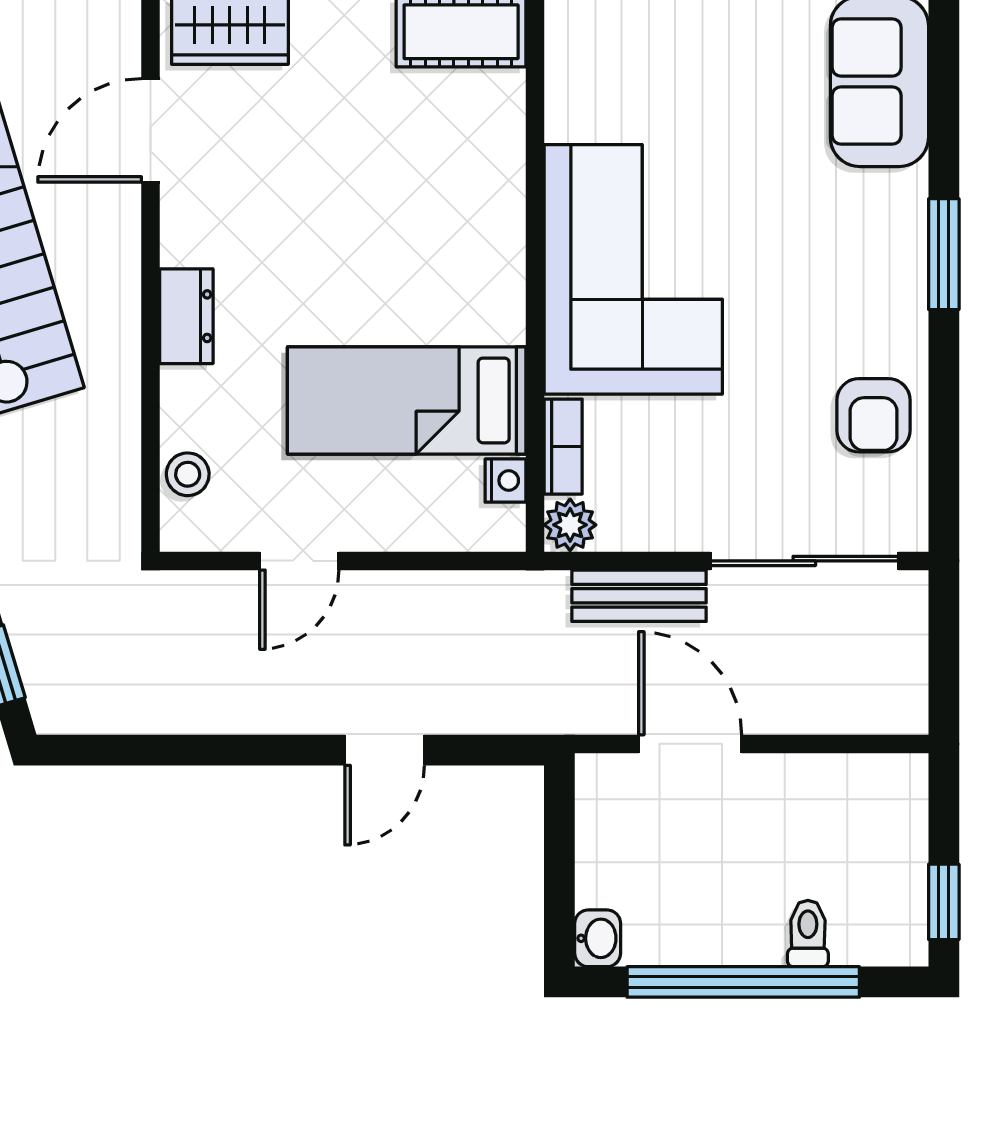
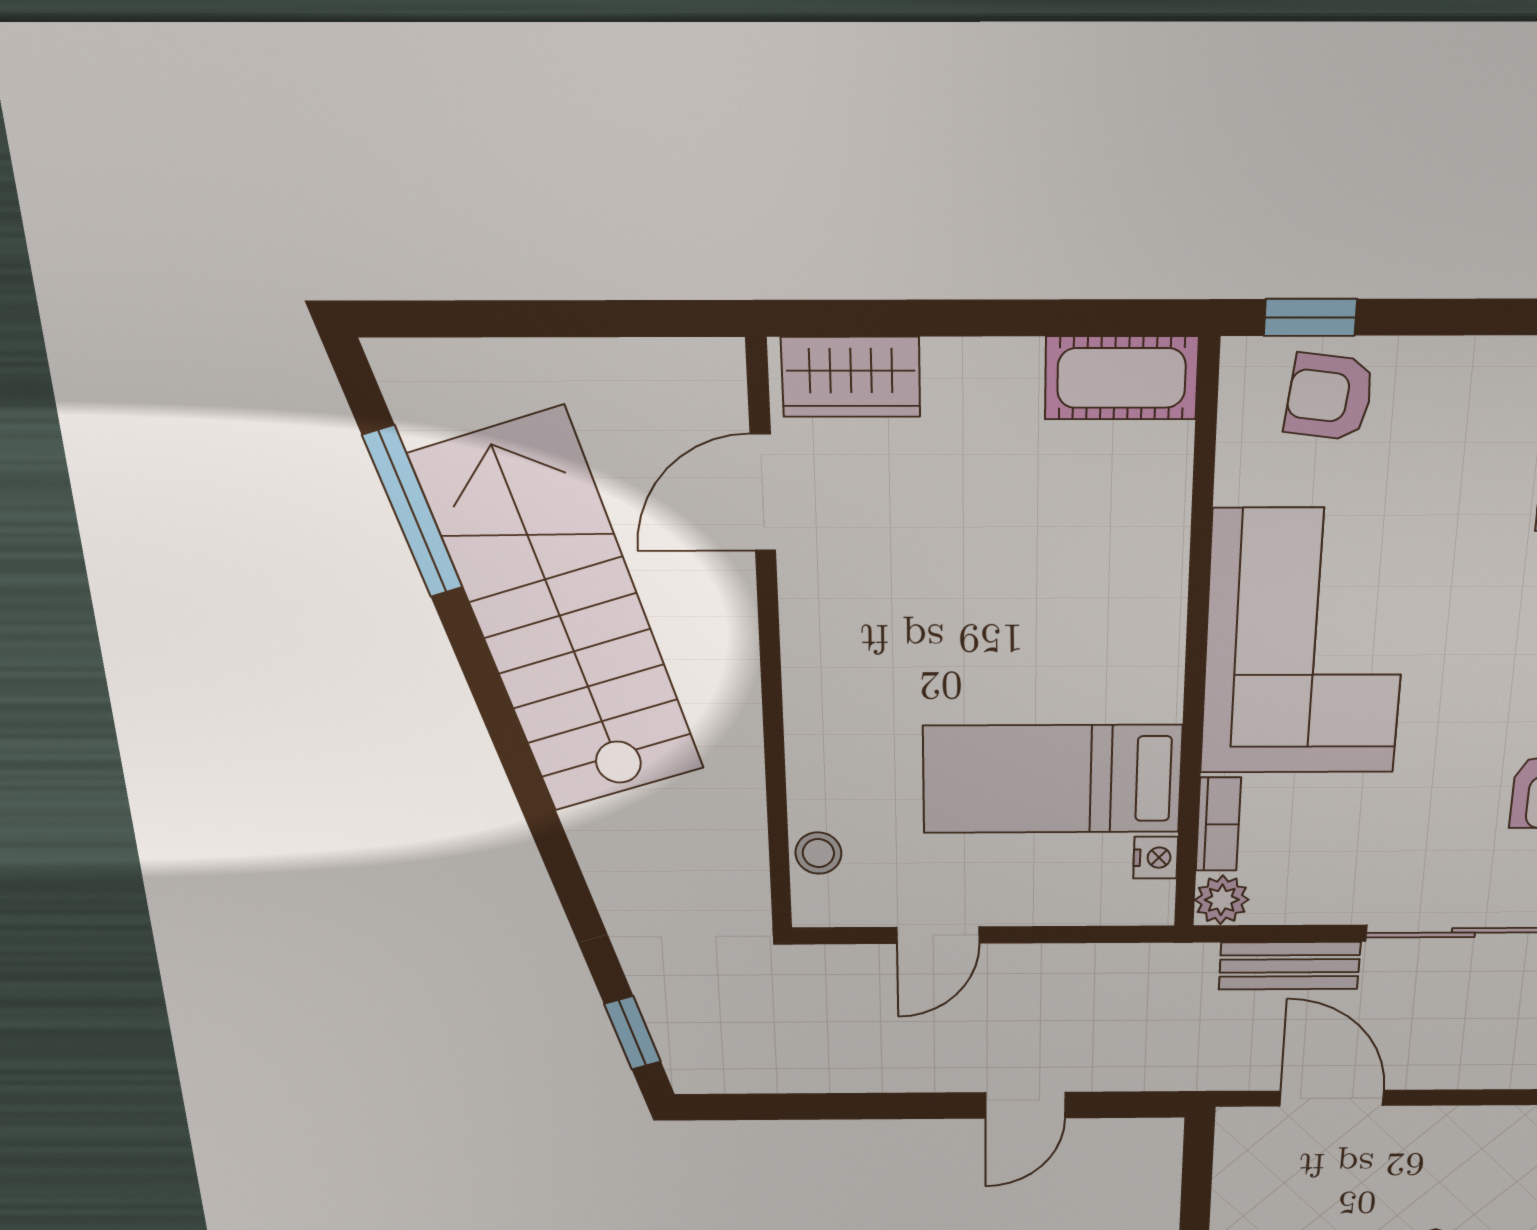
armchair: (640, 48) -> (1329, 397), added
dresser: (186, 316) -> (811, 694), removed

